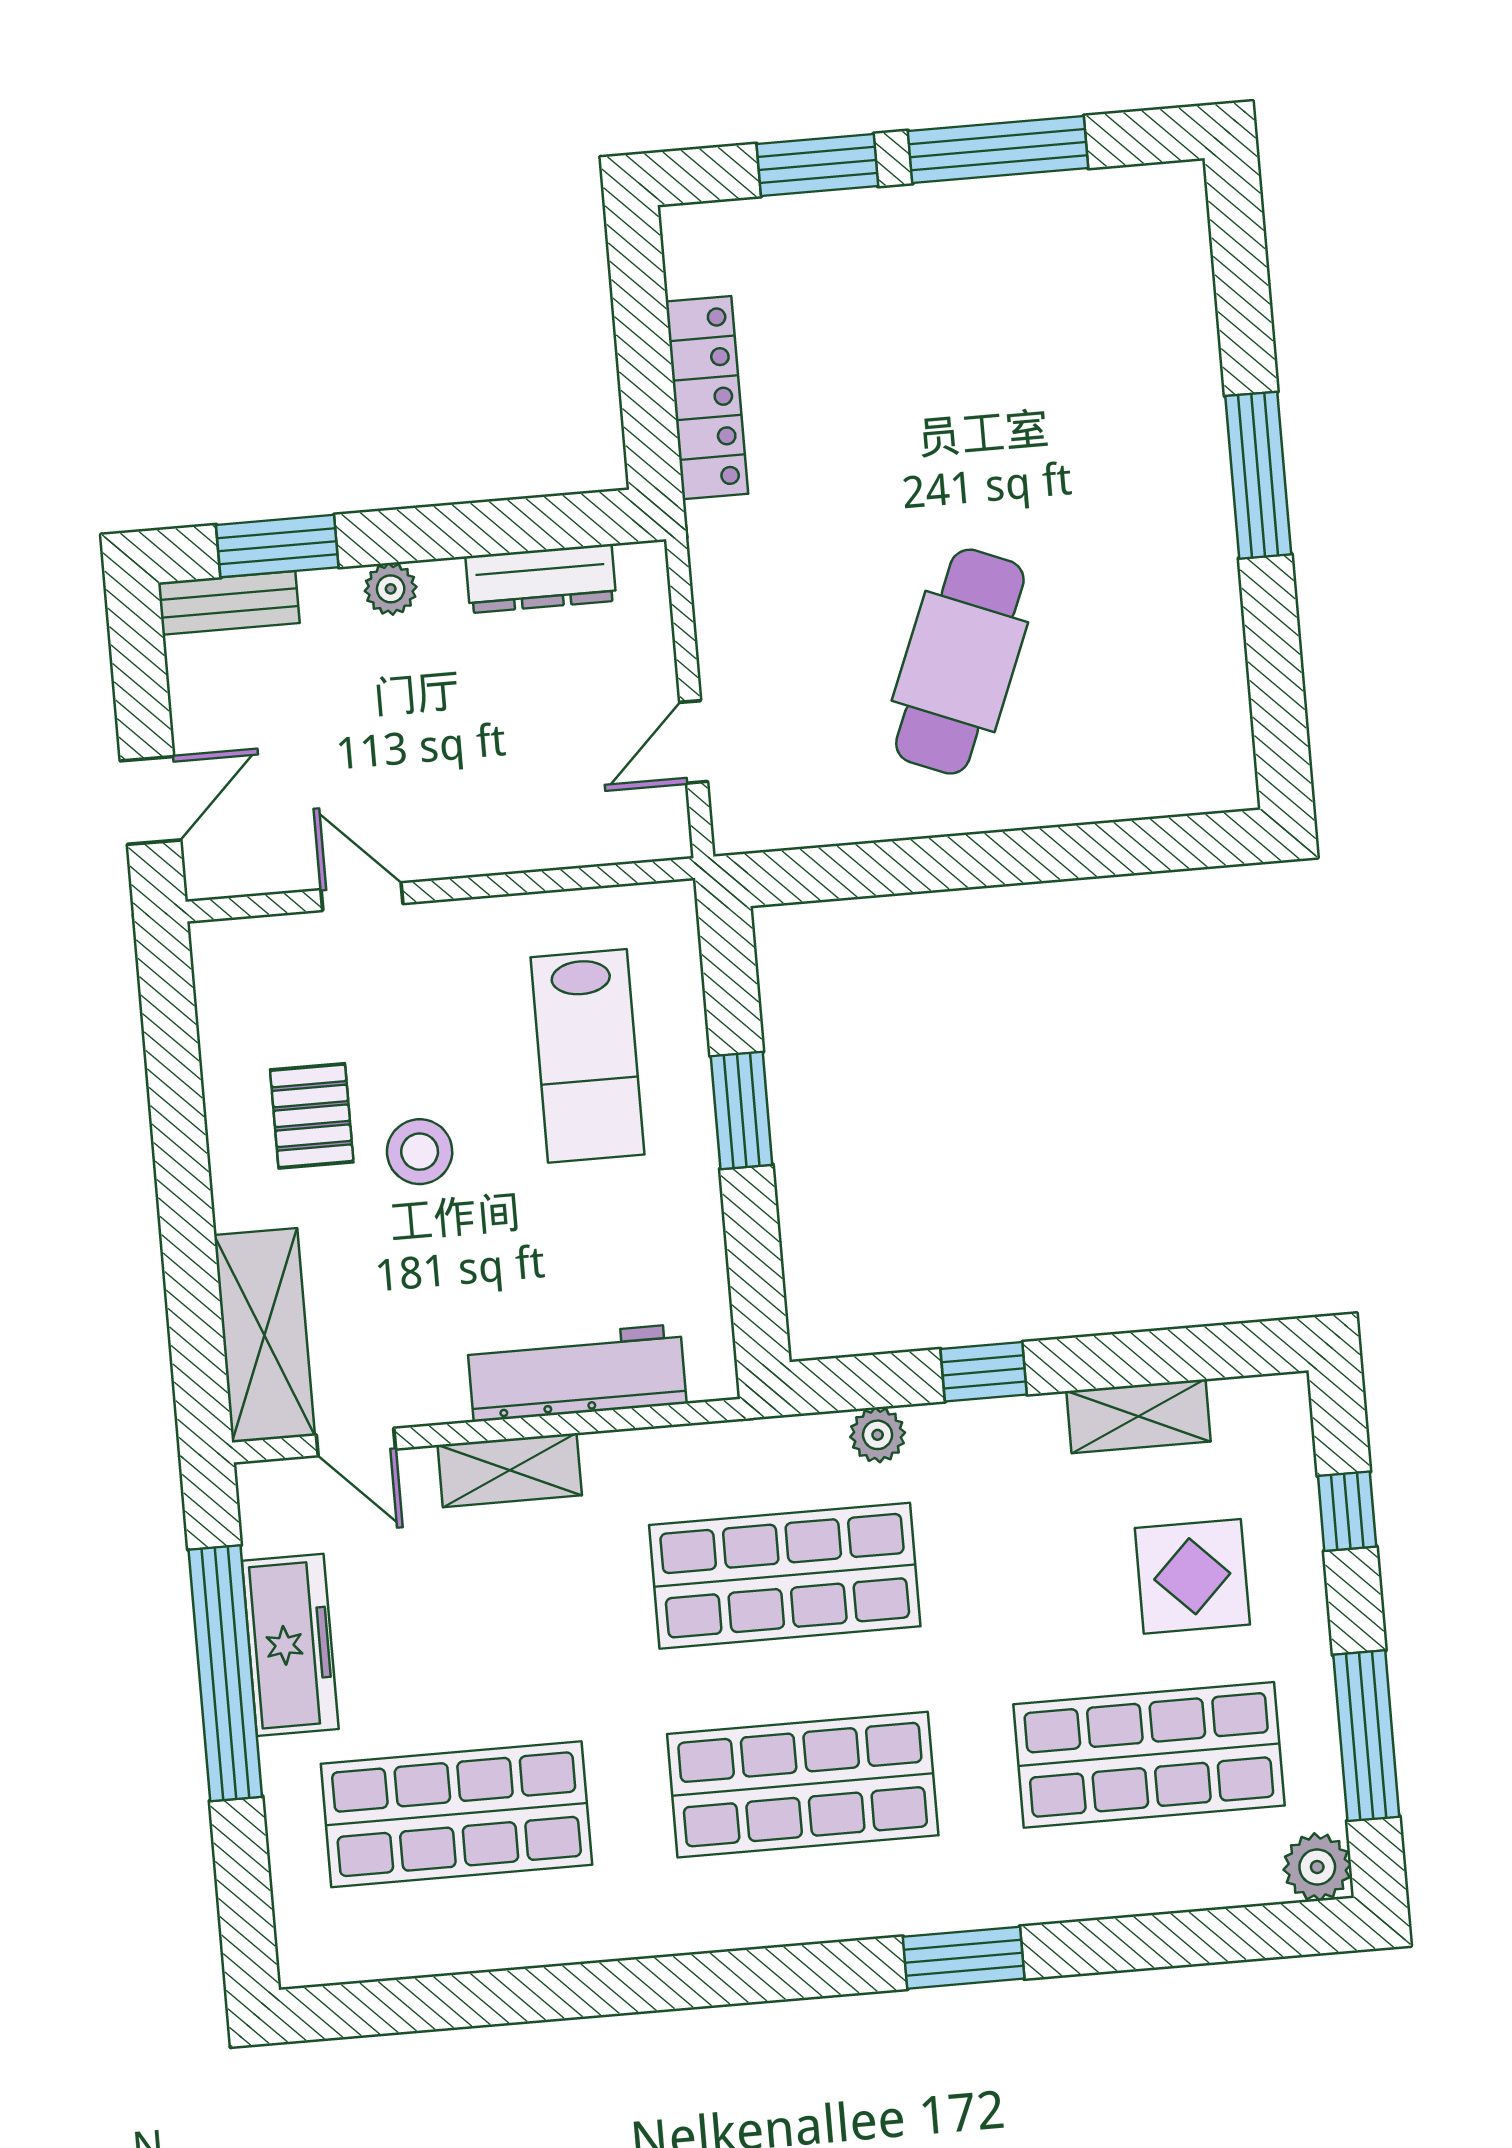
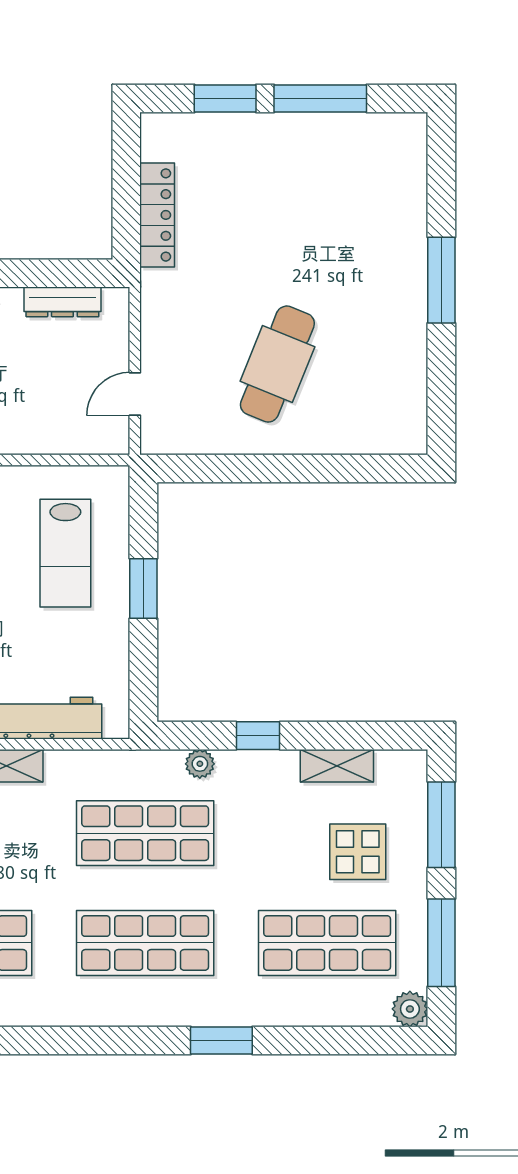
window: (1347, 1511) -> (441, 825), width x2.17

